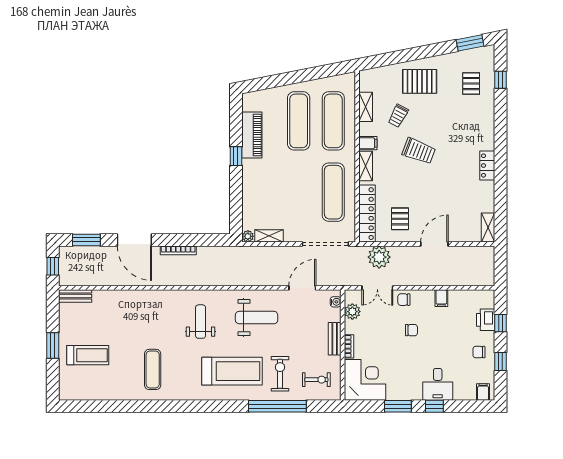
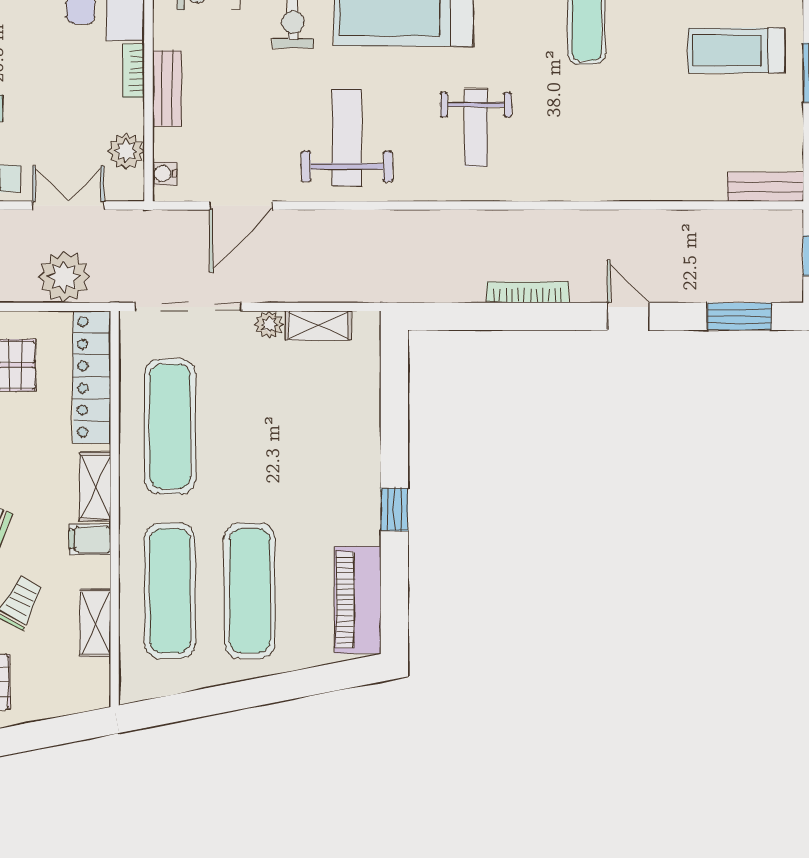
piano: (252, 135) -> (358, 600), moved
plant: (248, 236) -> (269, 325), moved
door: (134, 240) -> (628, 316), width x0.53
weight bench: (257, 318) -> (347, 137), turned 90

